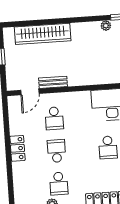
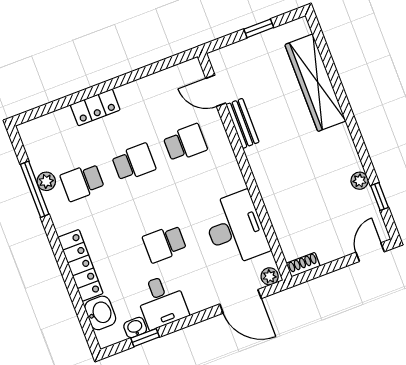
school desk: (54, 118) -> (185, 143), turned 180
locker: (17, 148) -> (95, 107), moved

